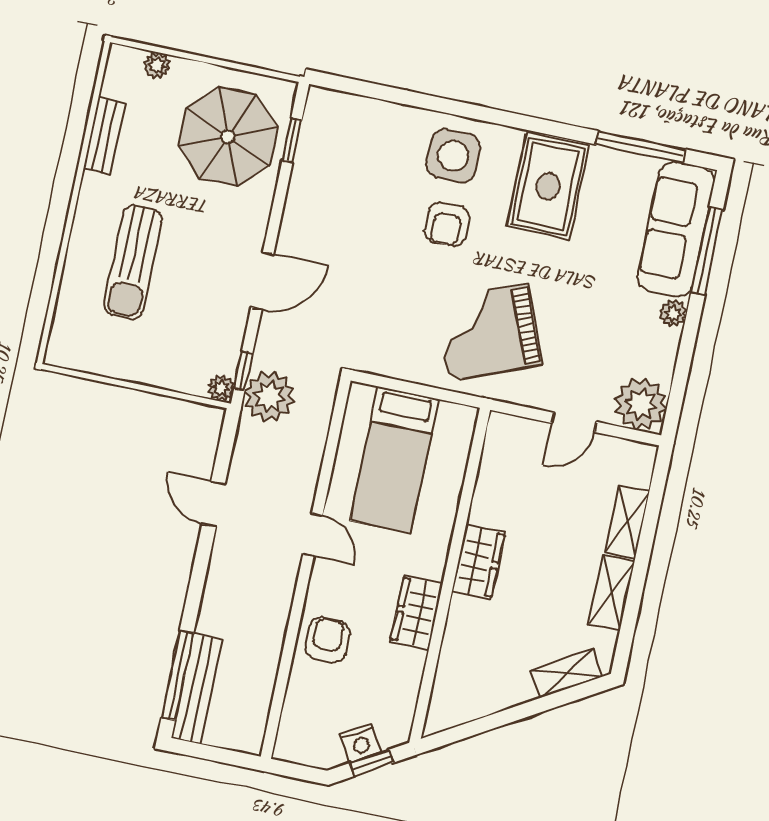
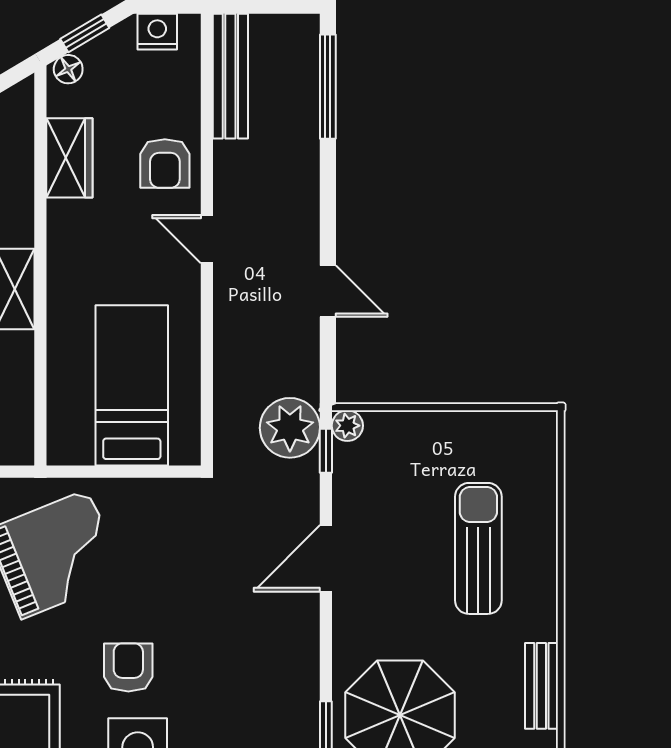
door: (313, 535) -> (207, 239), moved
wardrobe: (417, 612) -> (69, 158), moved
bench: (197, 689) -> (230, 76), moved
floor lamp: (392, 736) -> (68, 69), added
nightstand: (361, 743) -> (157, 32), moved, turned 31

